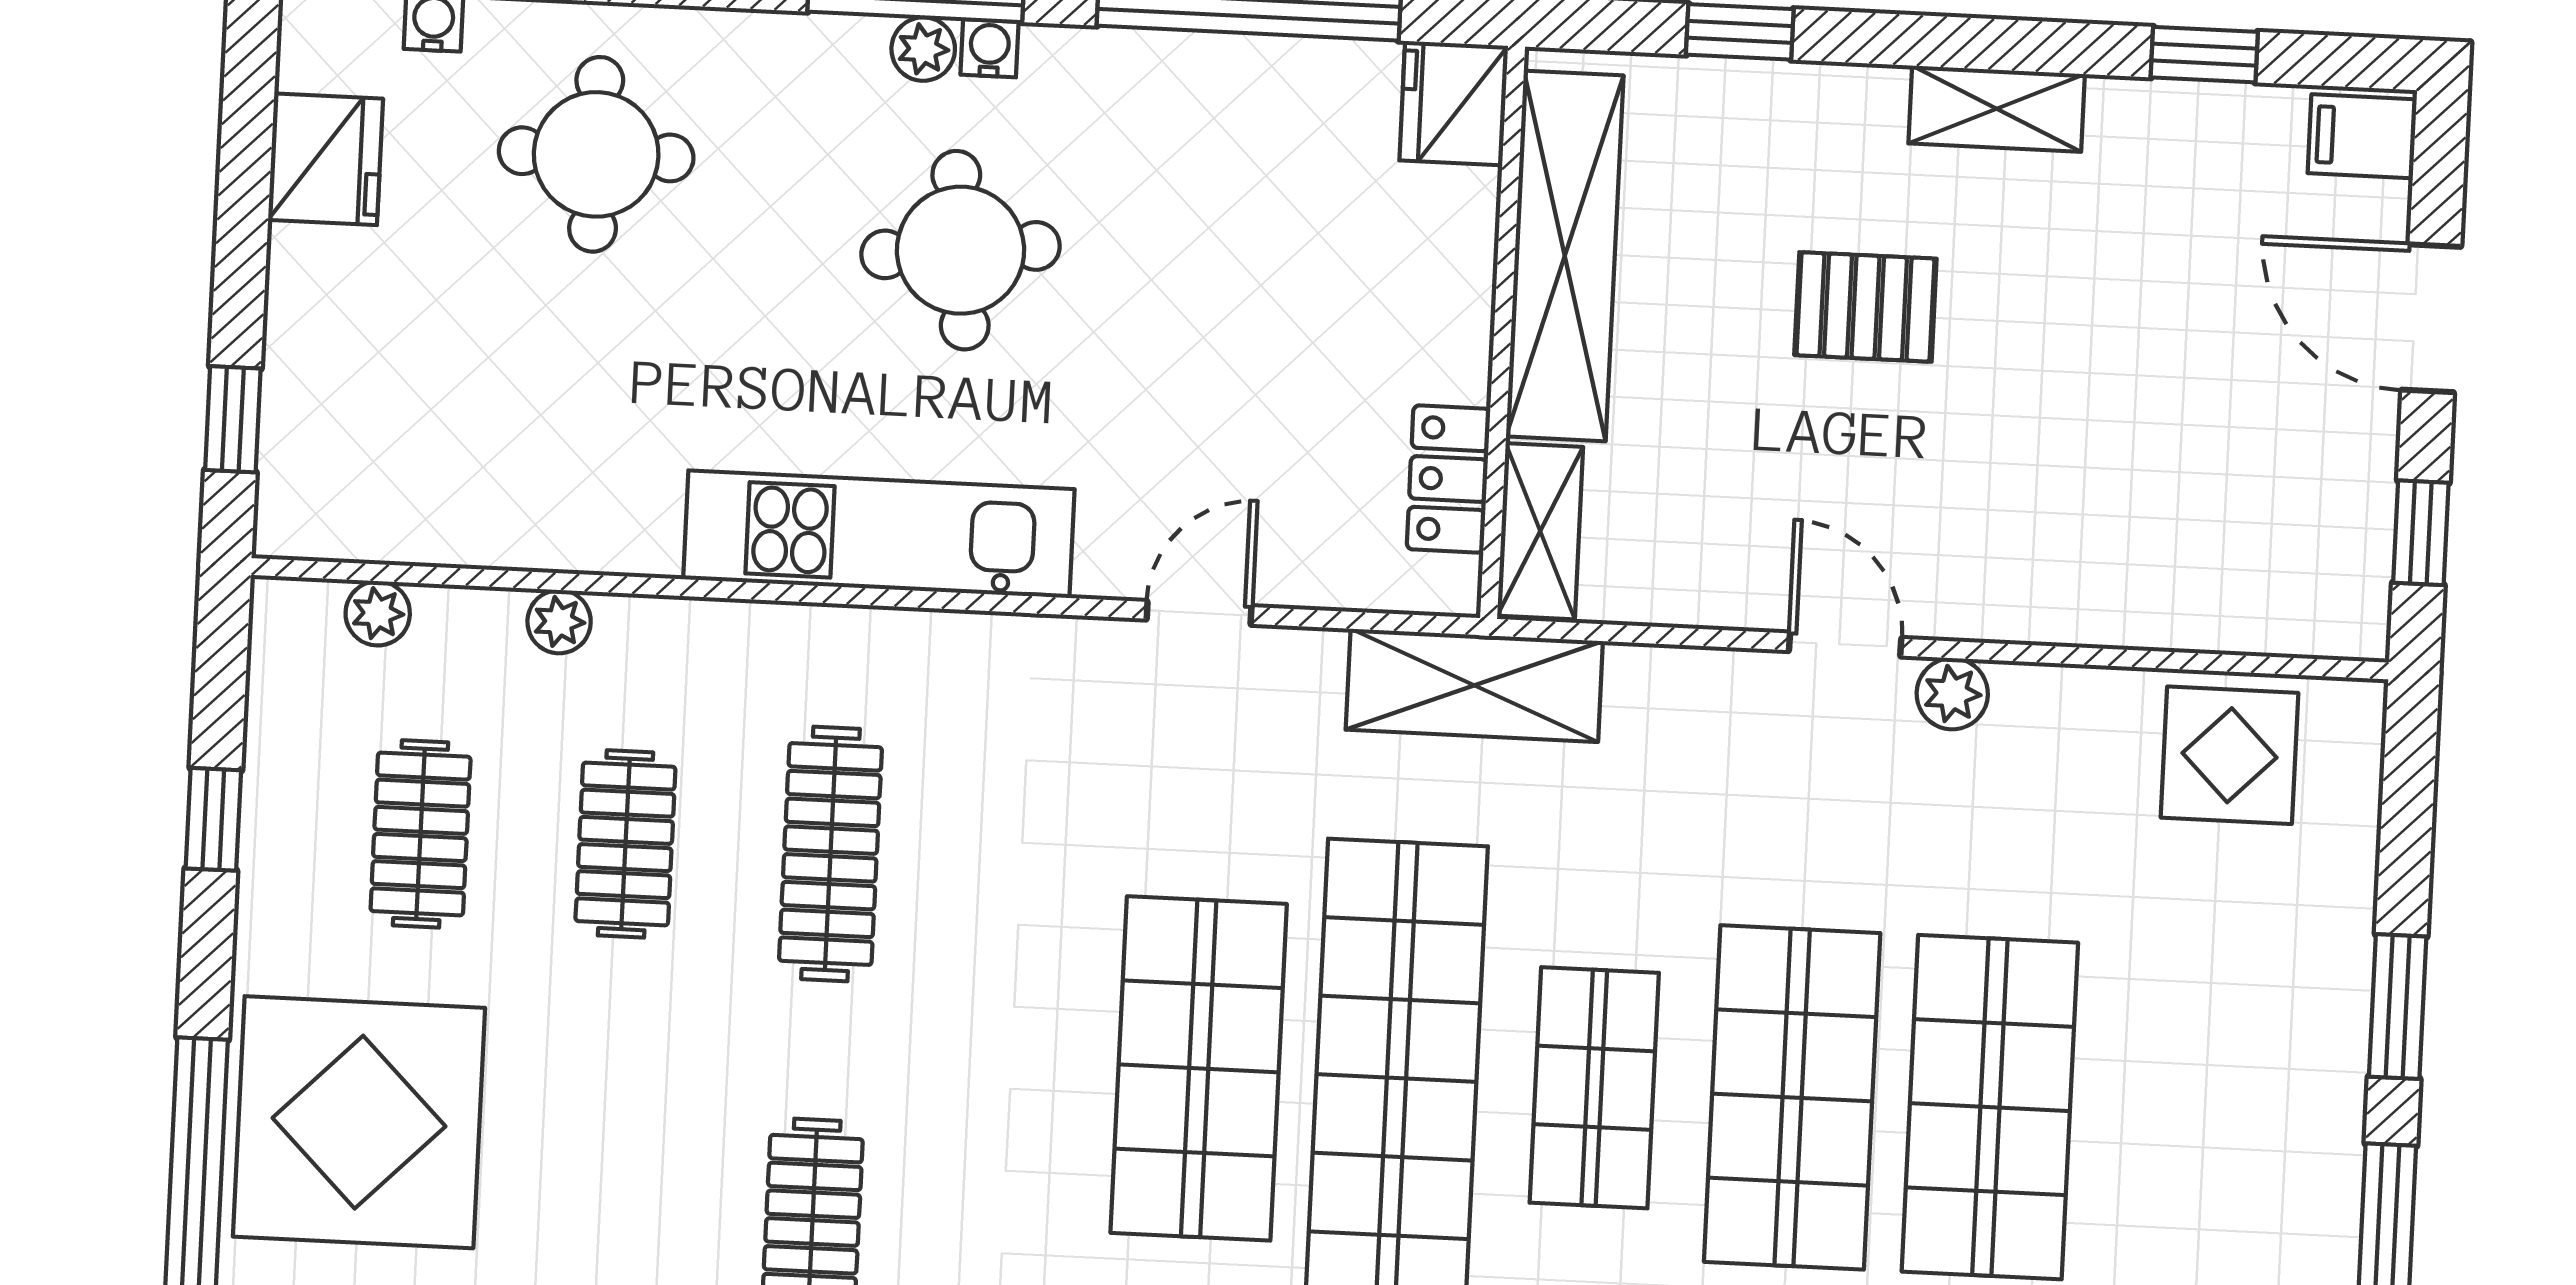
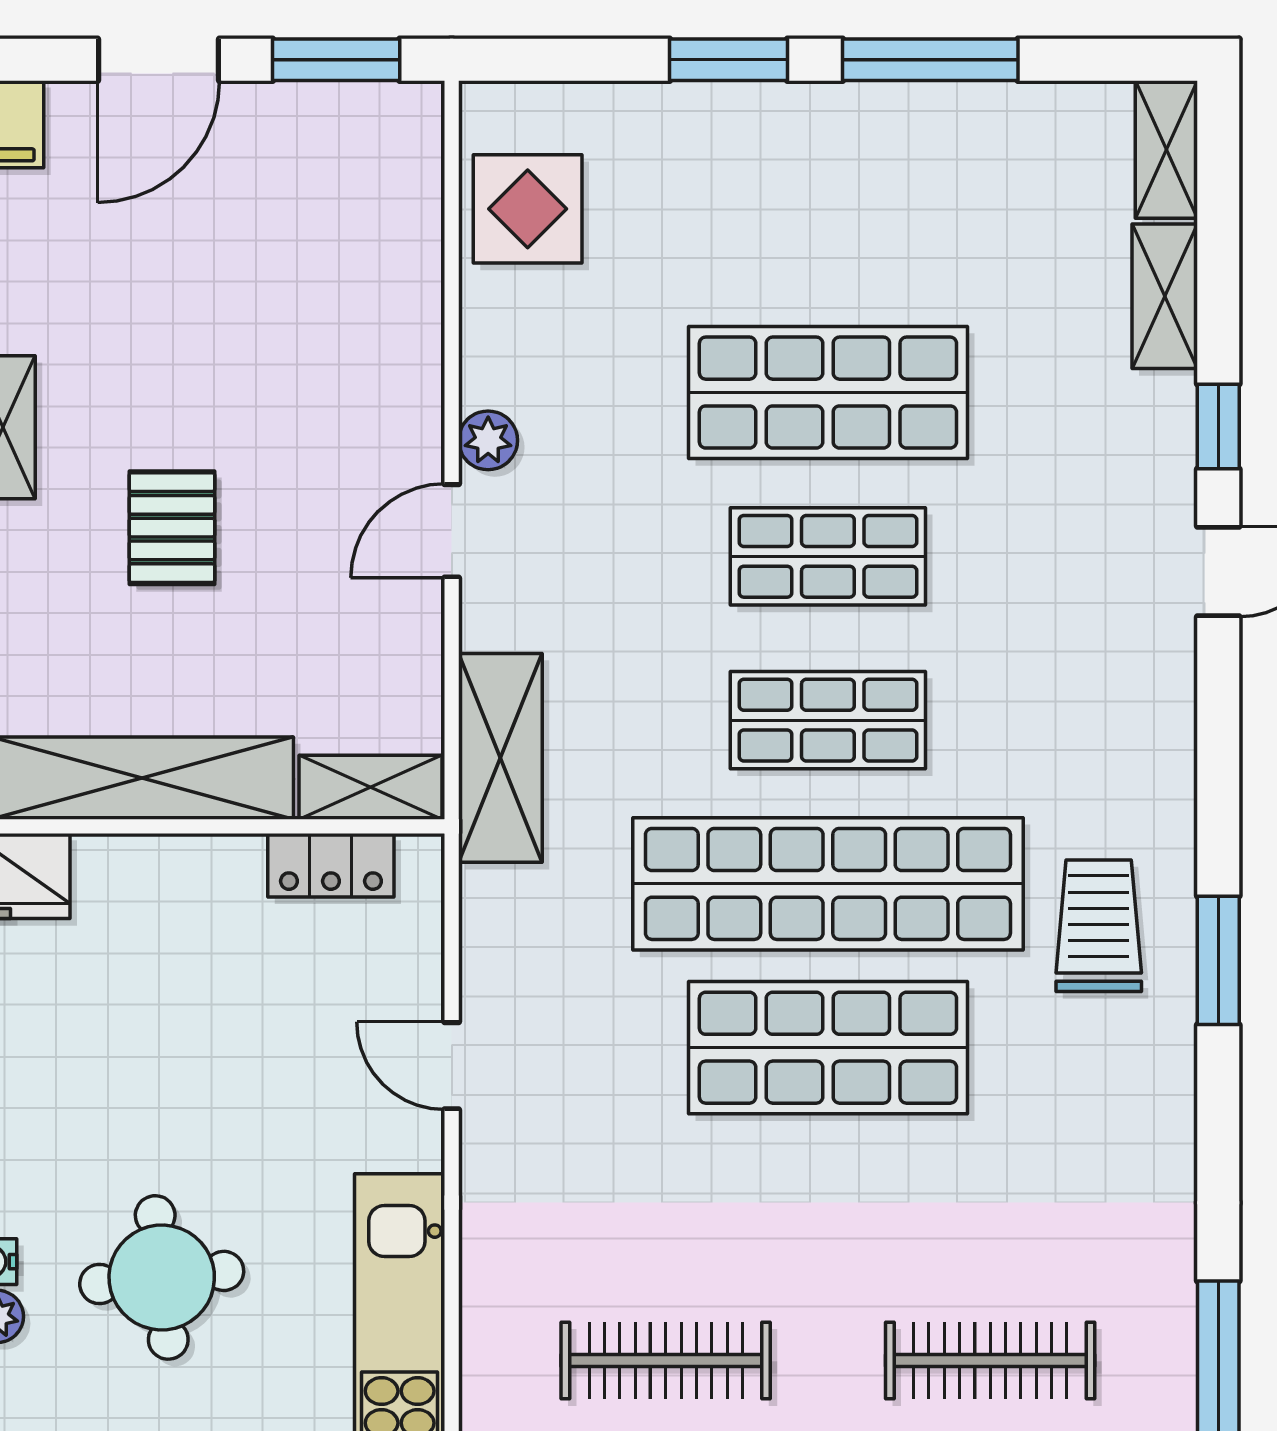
window: (2421, 533) -> (336, 60), width x1.50
shelving: (1474, 685) -> (500, 758), moved
shop shelf: (1792, 1097) -> (828, 556), width x0.70, depth x0.74

